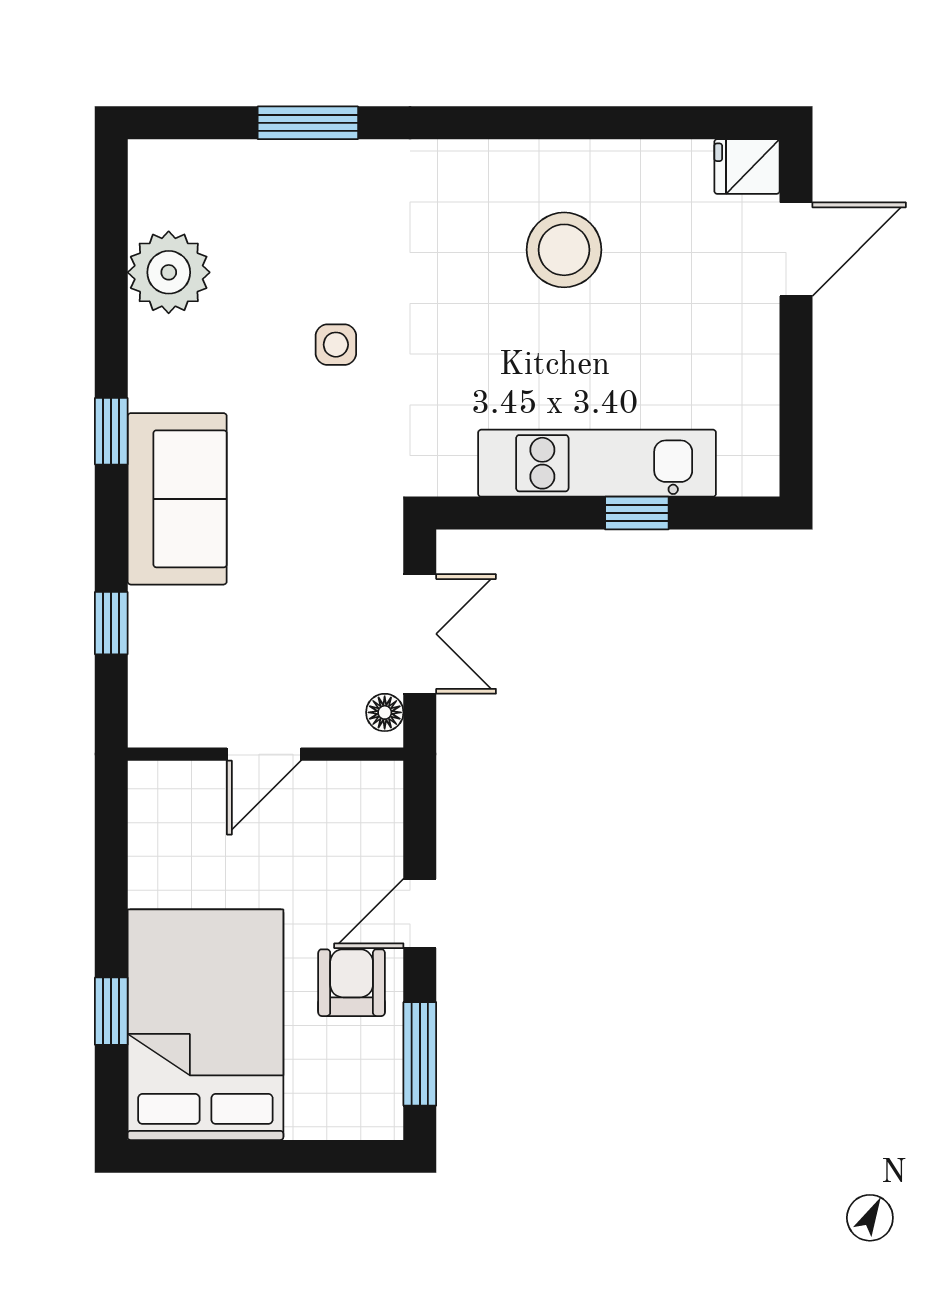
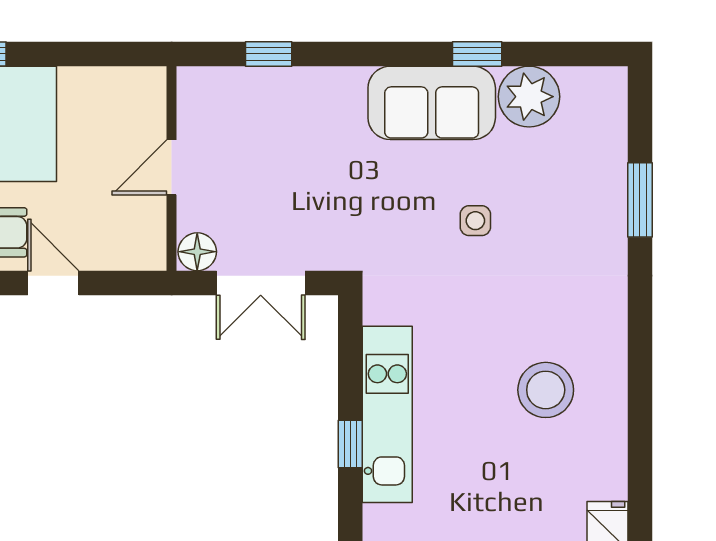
window: (111, 431) -> (477, 54), moved
sofa: (177, 499) -> (432, 103), moved
floor lamp: (385, 712) -> (197, 252), width x1.37, depth x1.37
door: (264, 754) -> (172, 167), hinge flipped

